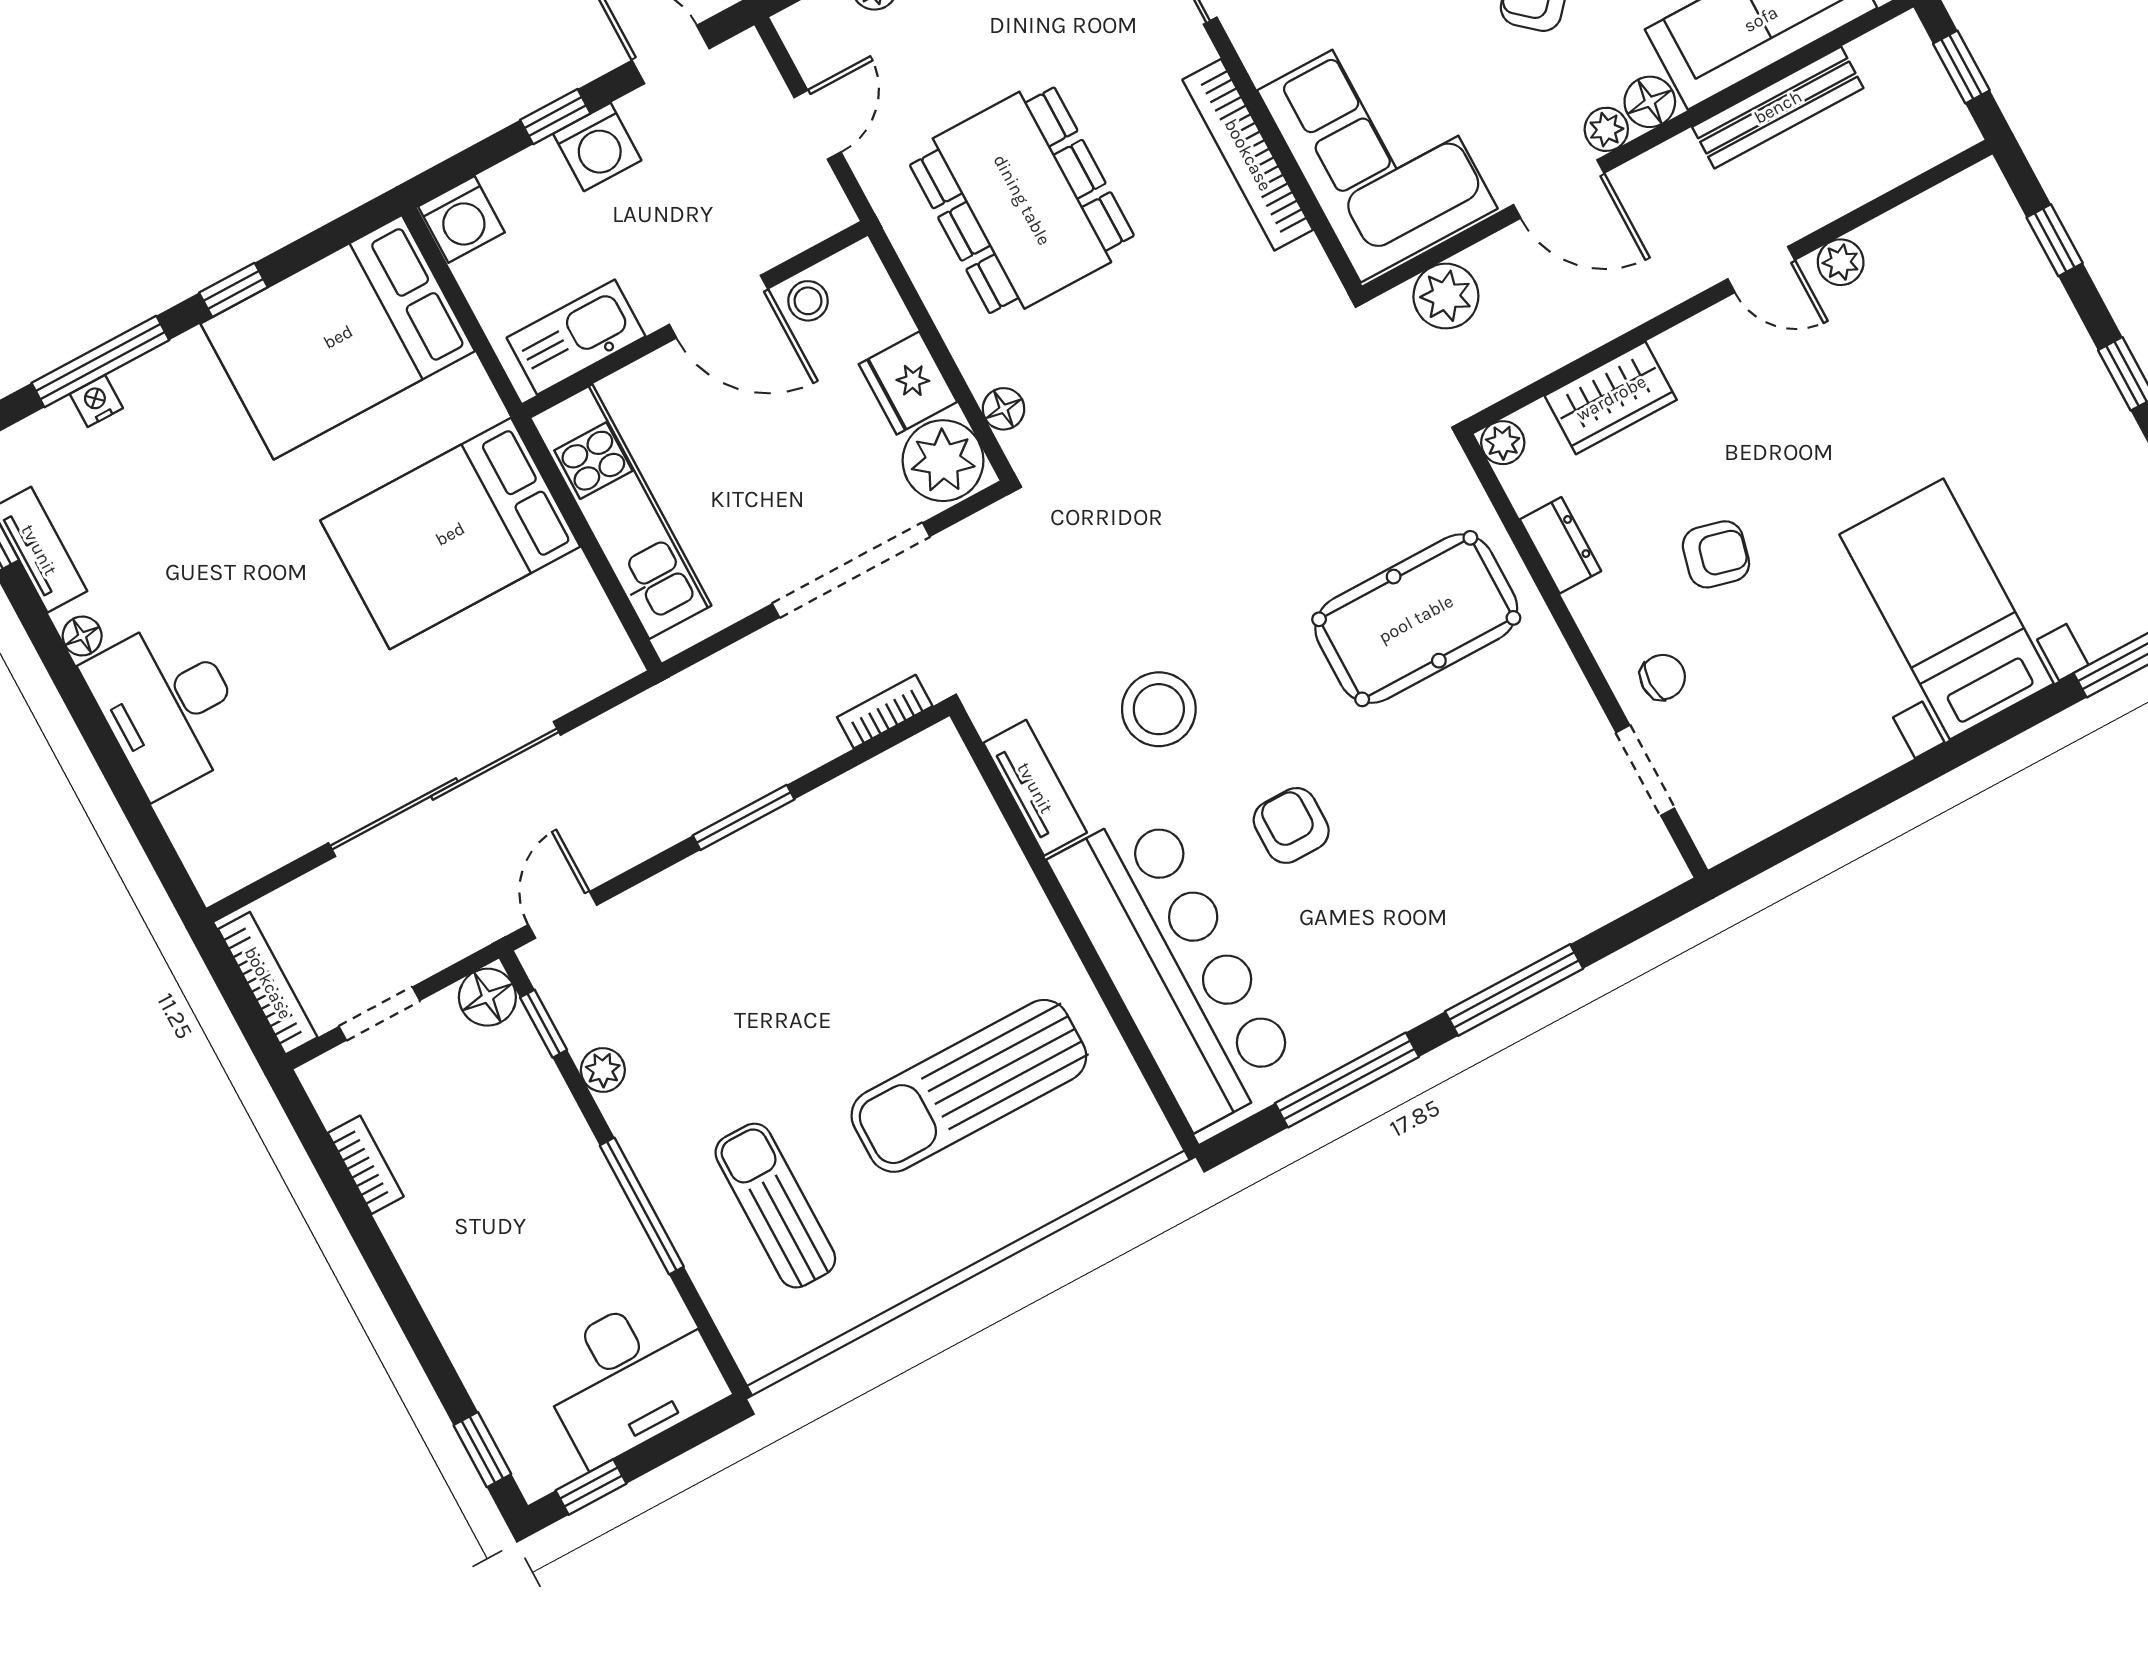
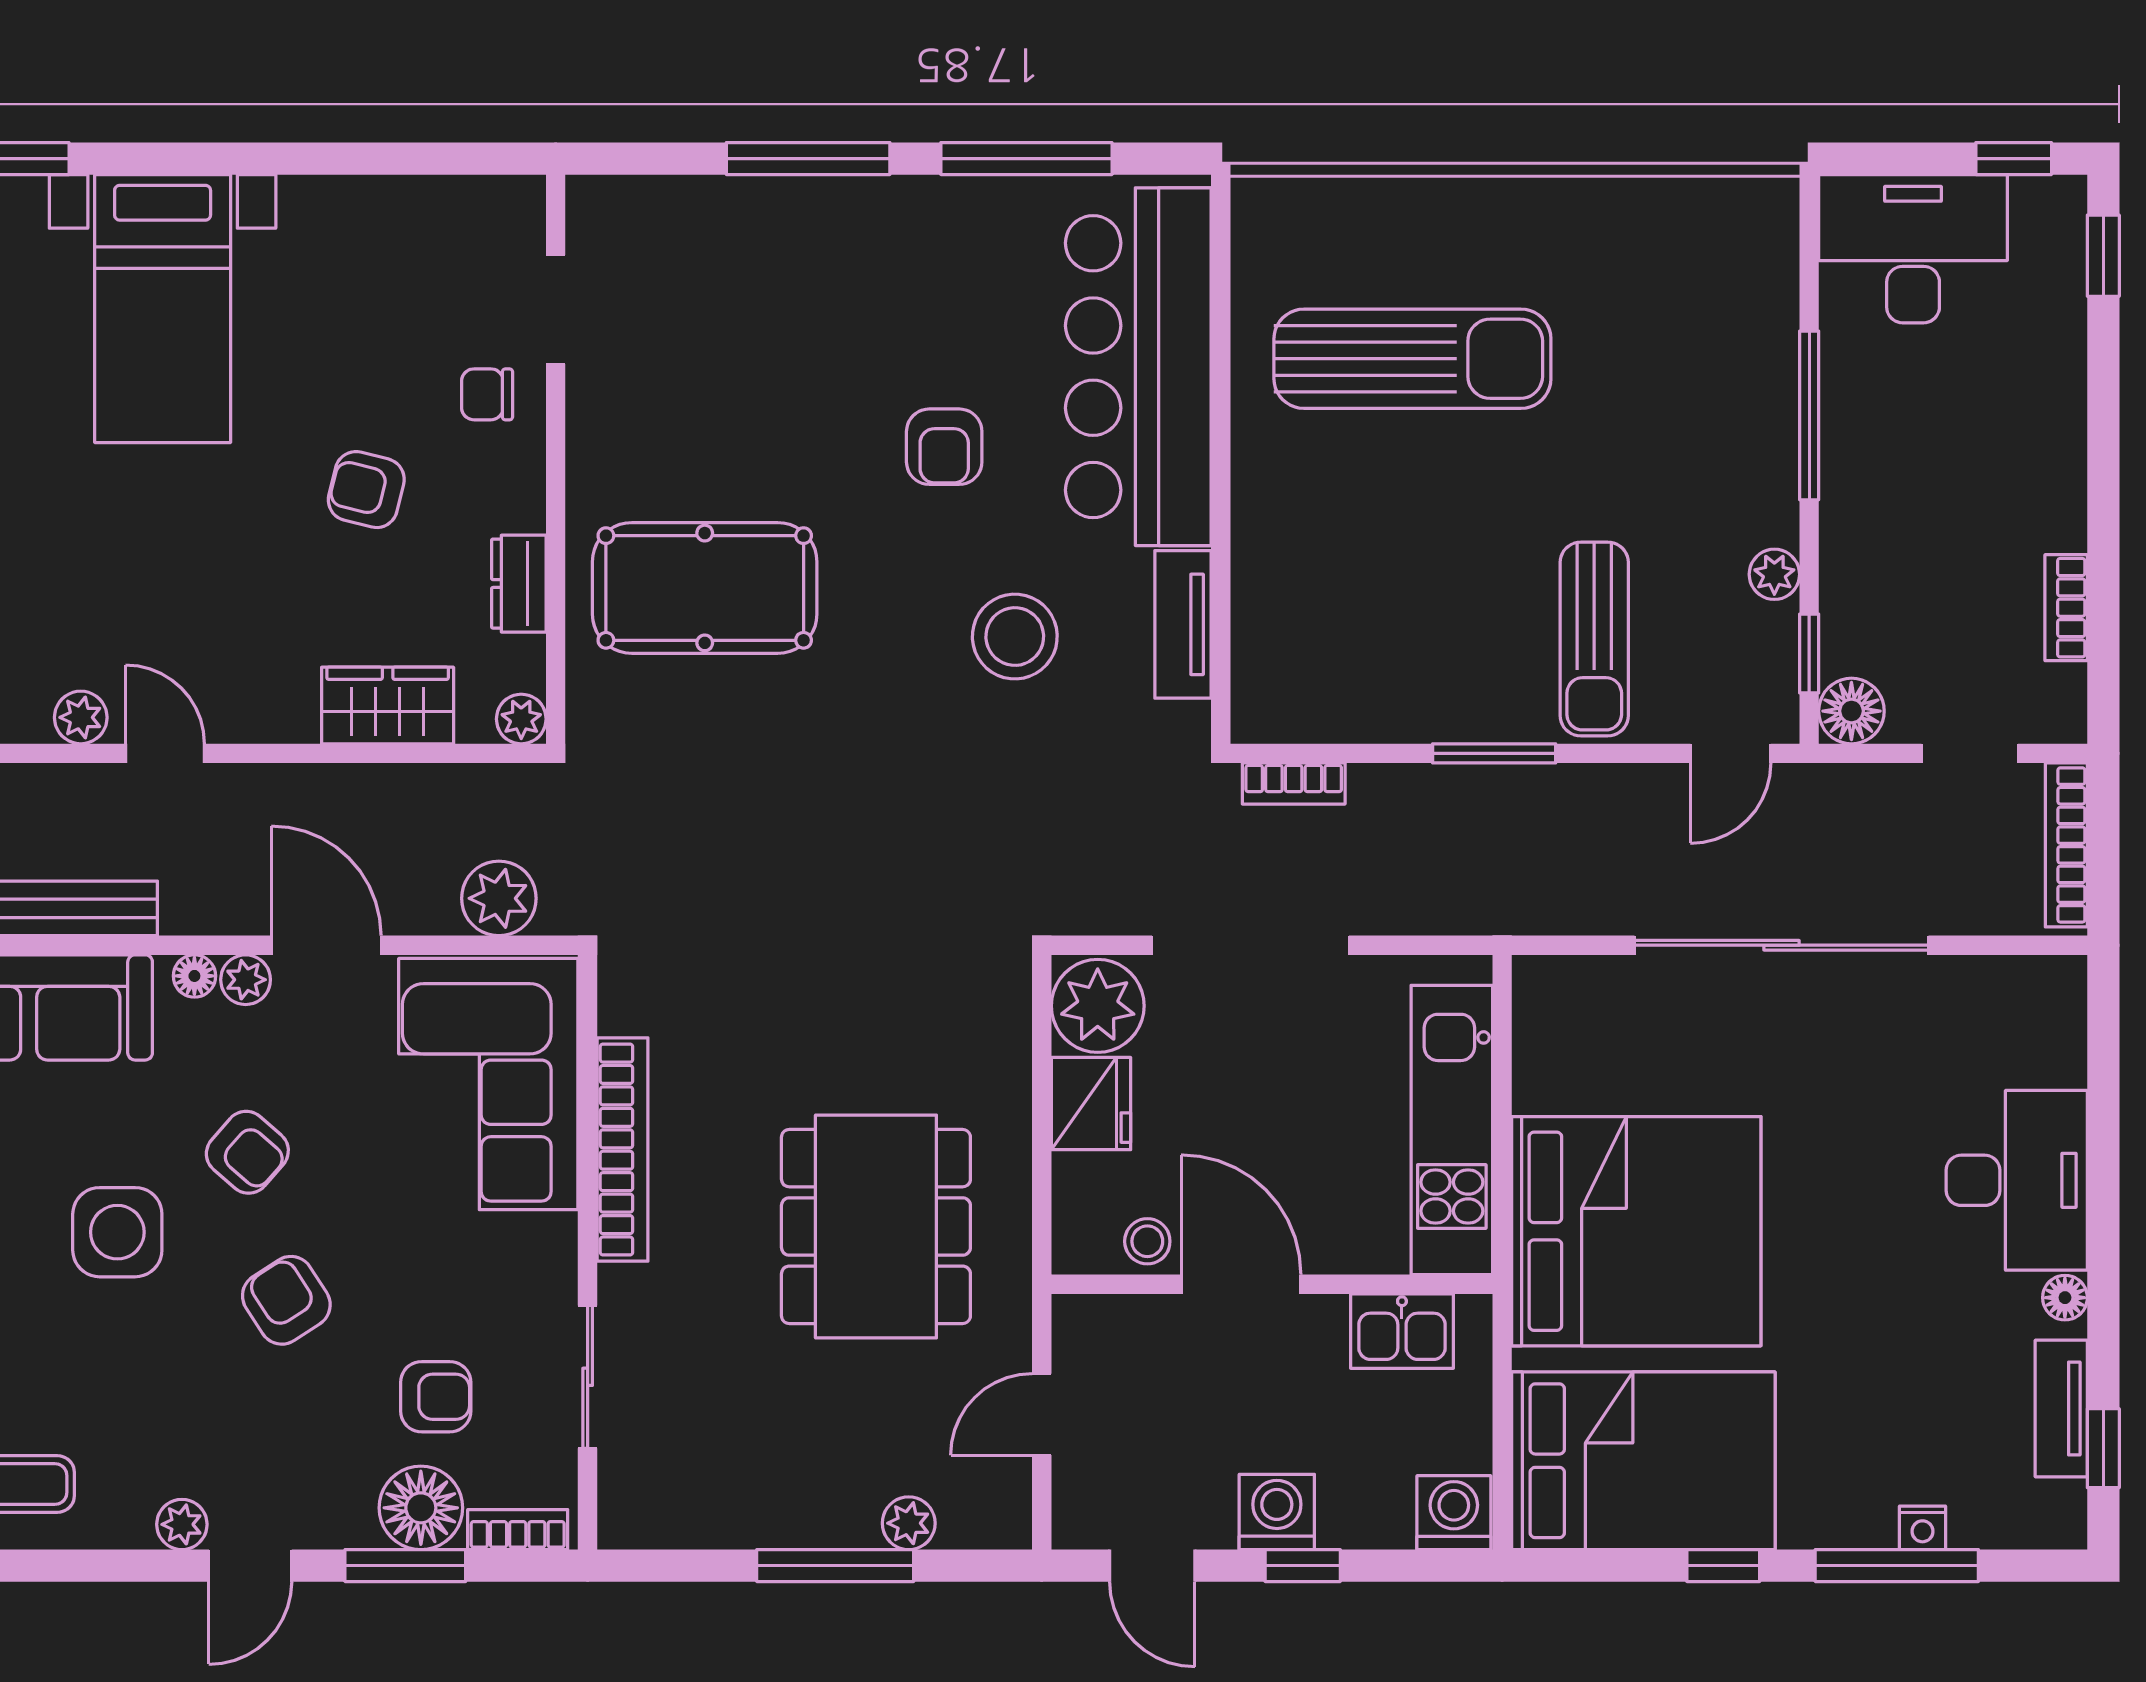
floor lamp: (1650, 102) -> (194, 976), width x0.73, depth x0.73
kitchen sink: (576, 337) -> (1402, 1331), width x0.73
floor lamp: (1004, 409) -> (1008, 1025), removed
bed: (450, 534) -> (1636, 1231), width x1.36
sun lounger: (775, 1206) -> (1594, 639), moved

